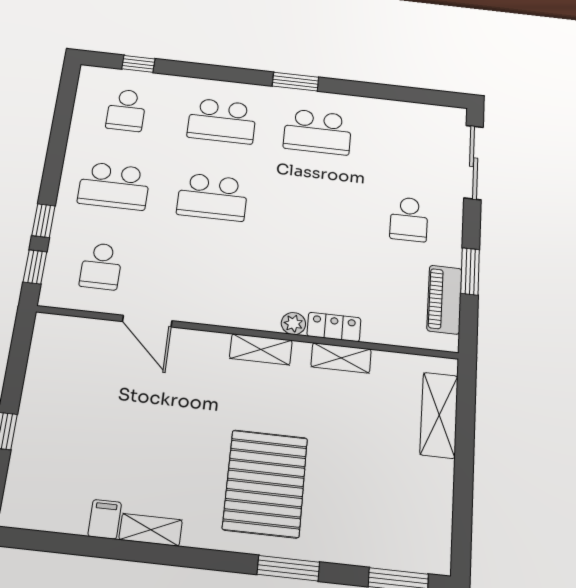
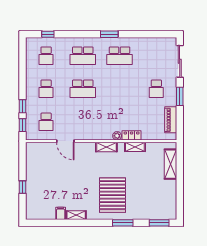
school desk: (114, 186) -> (46, 89), width x0.54
window: (470, 271) -> (180, 96), moved

